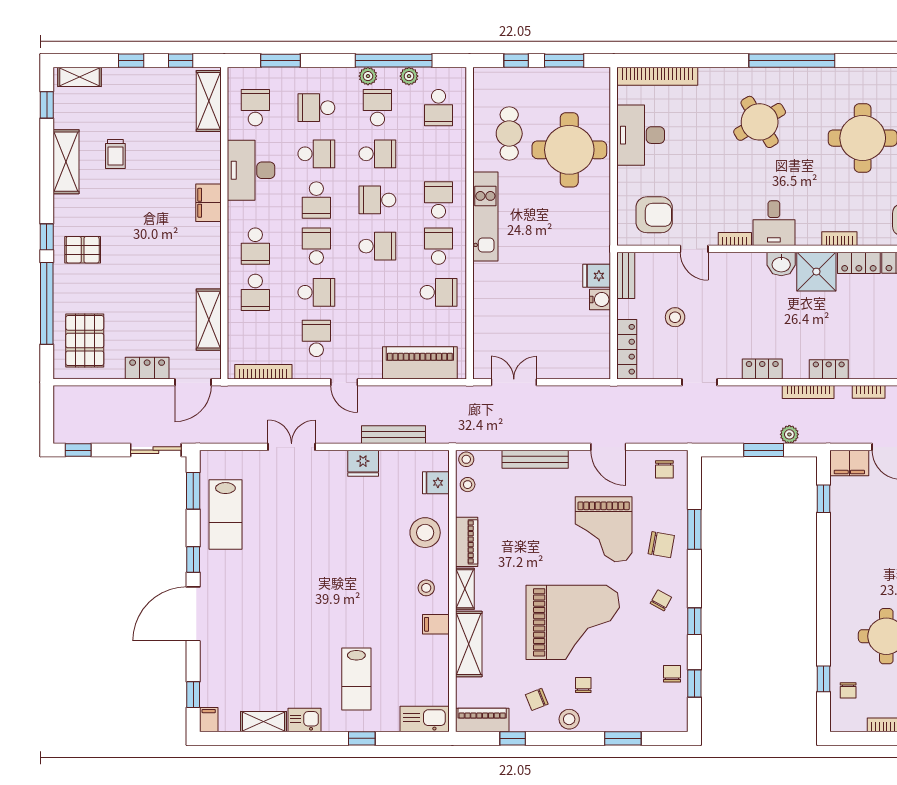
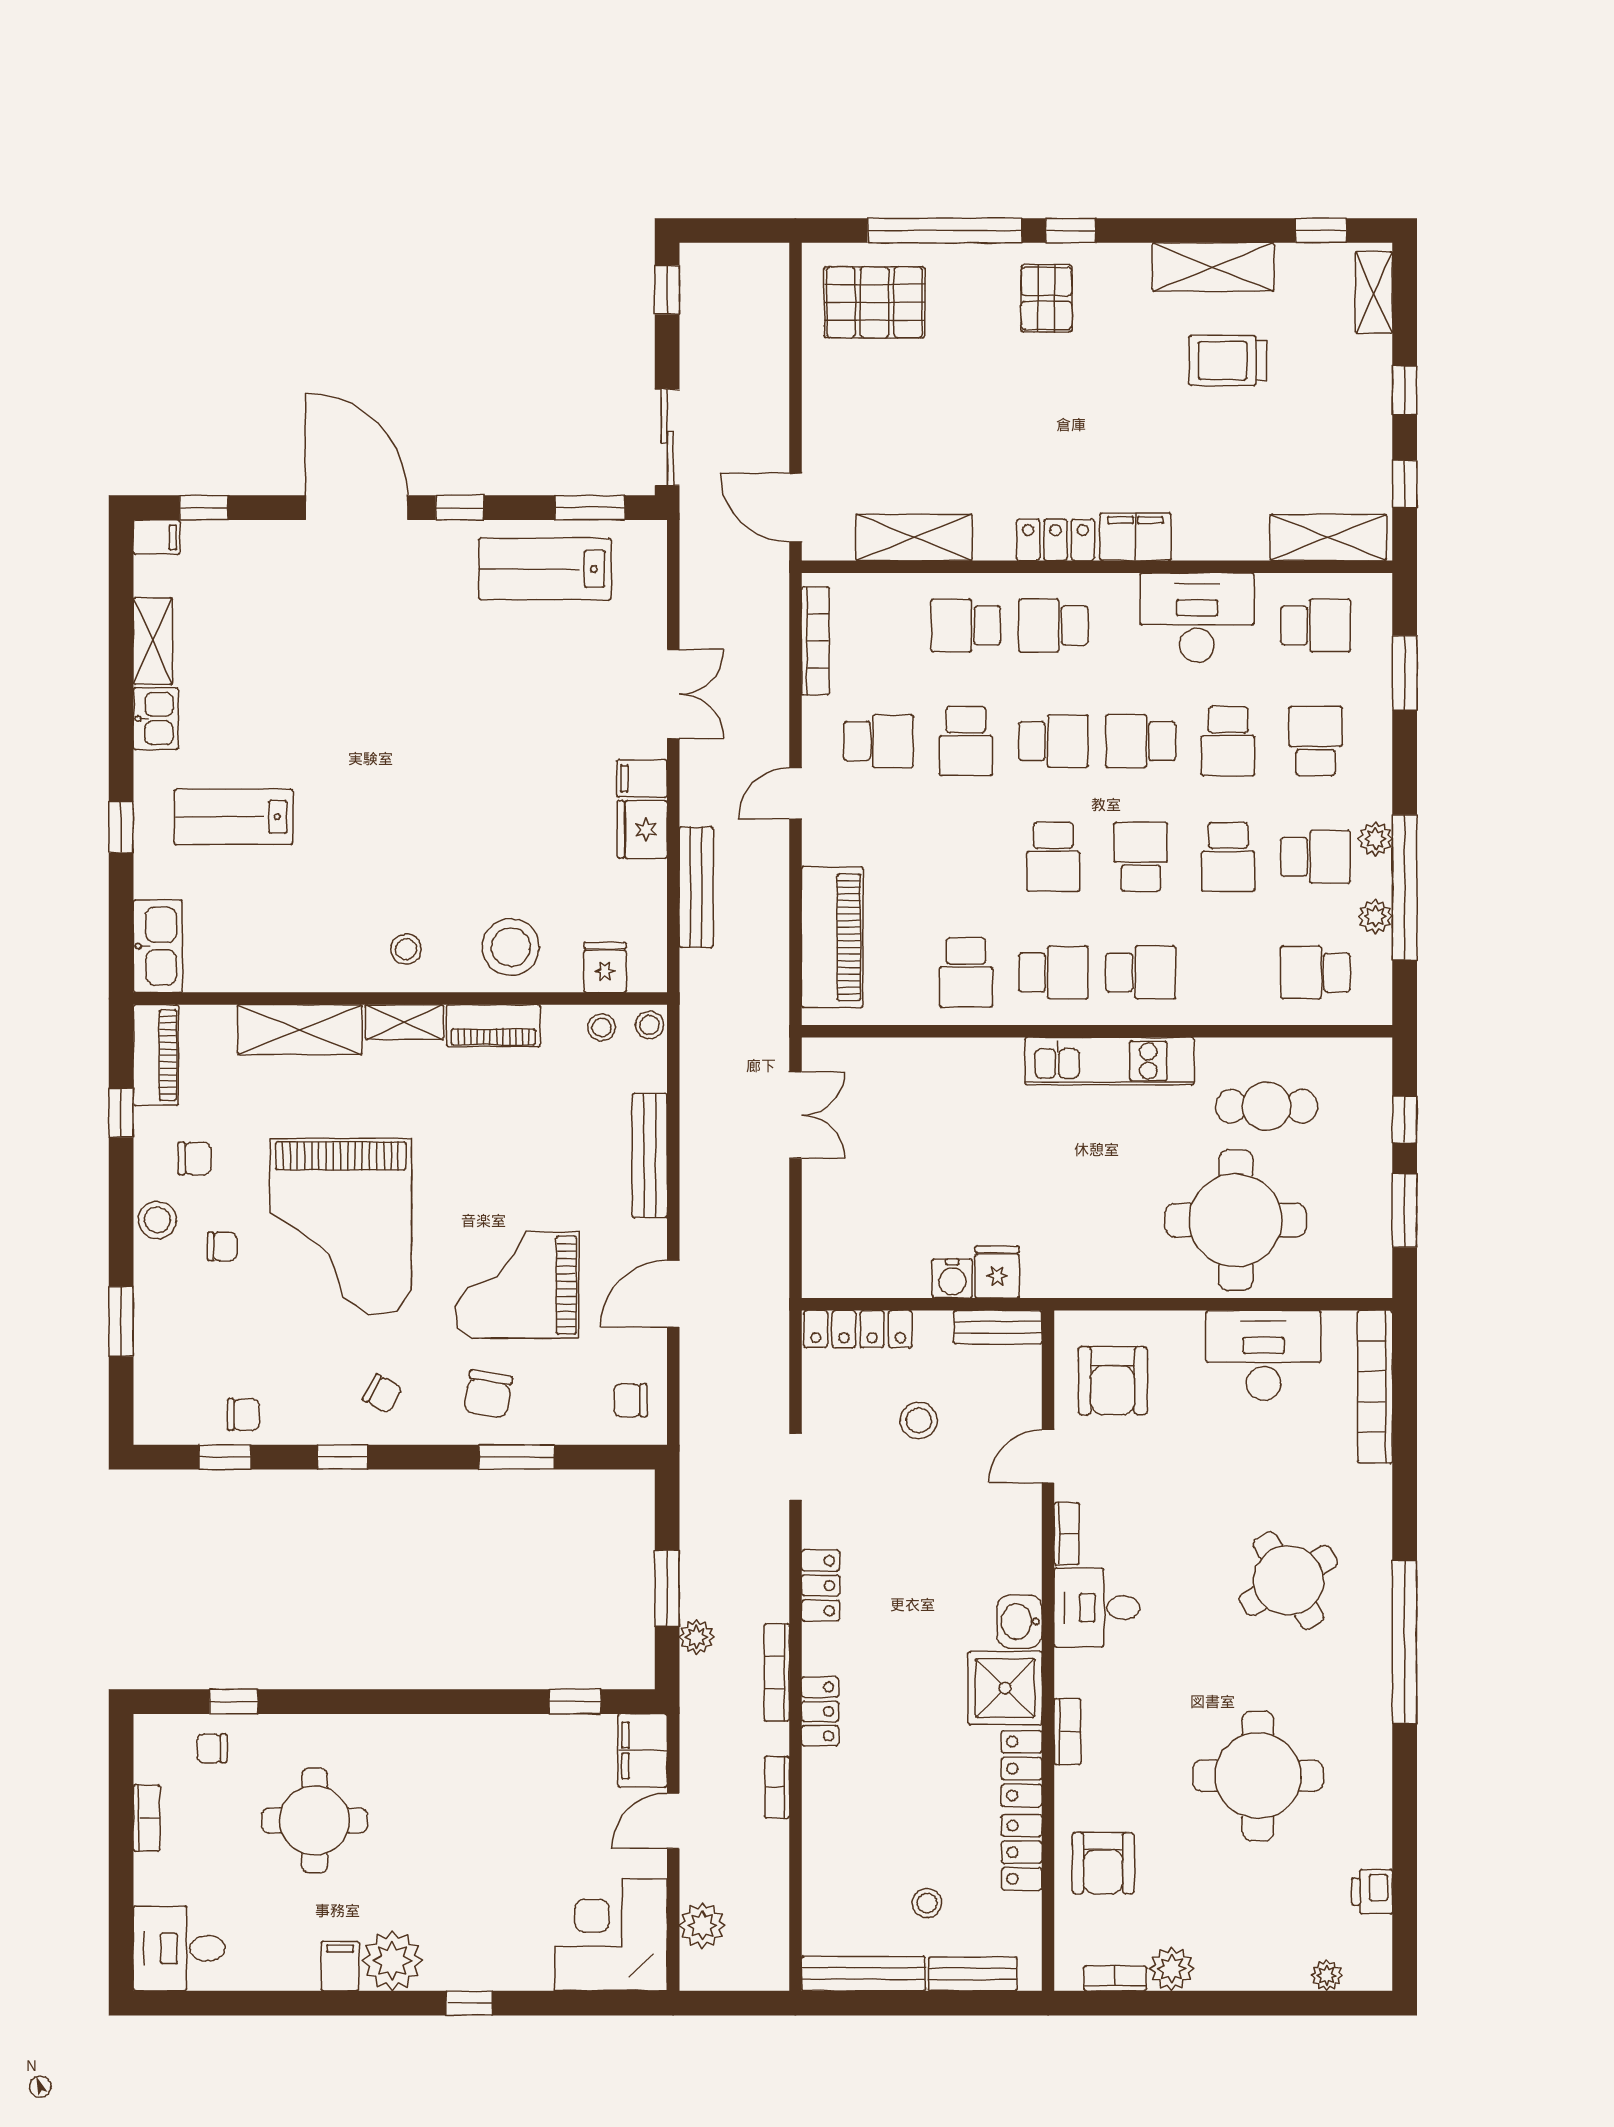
trolley: (115, 154) -> (1228, 361), width x1.36, depth x1.39
locker: (147, 368) -> (1055, 540), moved, turned -90
filing cabinet: (436, 624) -> (642, 778), moved, turned -90
chair: (537, 699) -> (195, 1159), turned 112

